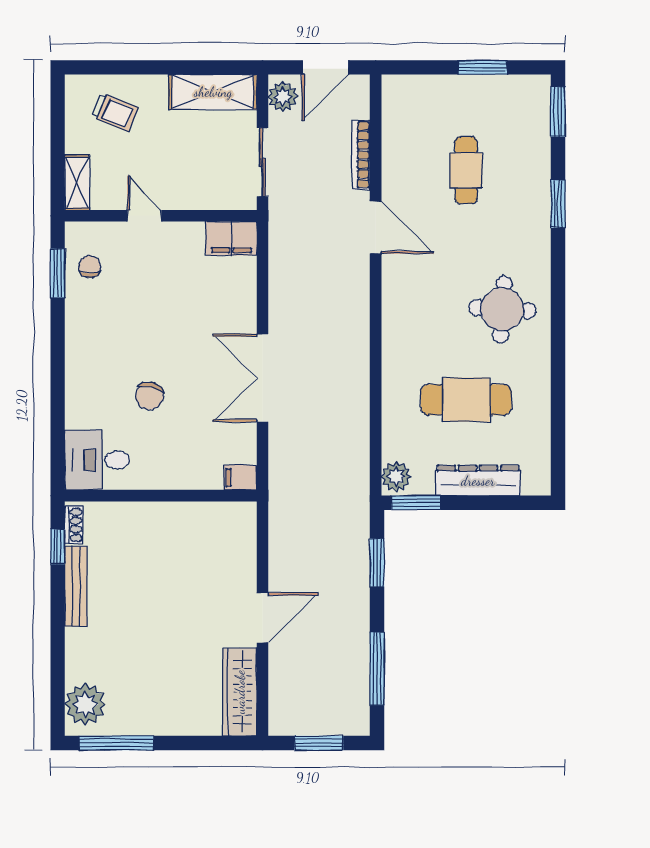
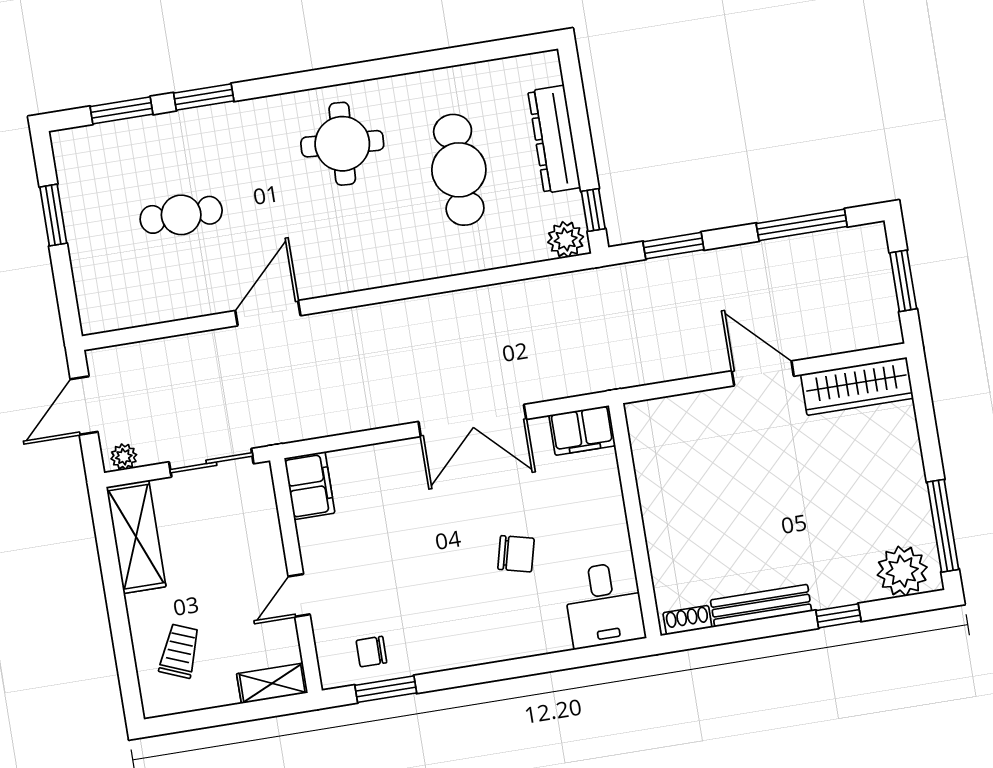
door: (325, 67) -> (84, 406), swing flipped
plant: (283, 97) -> (124, 457), width x0.73, depth x0.73
window: (558, 112) -> (121, 110), moved
bookcase: (361, 155) -> (183, 345), removed
filing cabinet: (240, 477) -> (582, 430), width x2.00
window: (416, 503) -> (593, 210), width x0.67
window: (58, 547) -> (838, 616), moved

